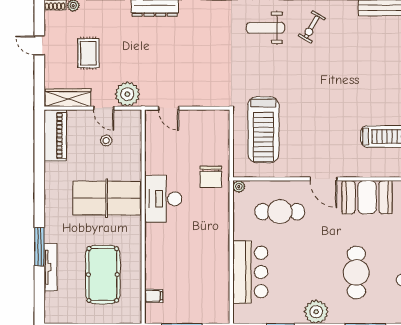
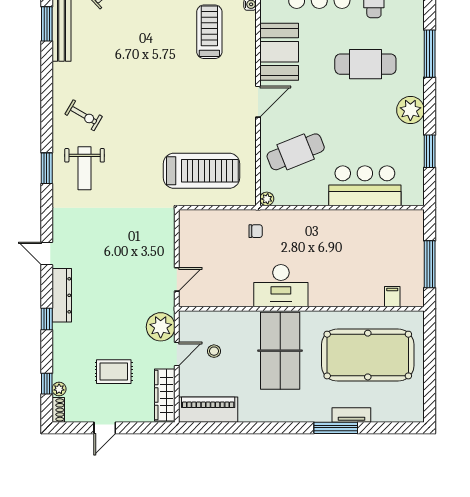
chair: (211, 177) -> (256, 231), width x0.54, depth x0.54
cafe table: (280, 212) -> (296, 152), turned 68
tv unit: (50, 267) -> (351, 415), width x0.71
pool table: (103, 275) -> (368, 355), width x1.36, depth x1.32

